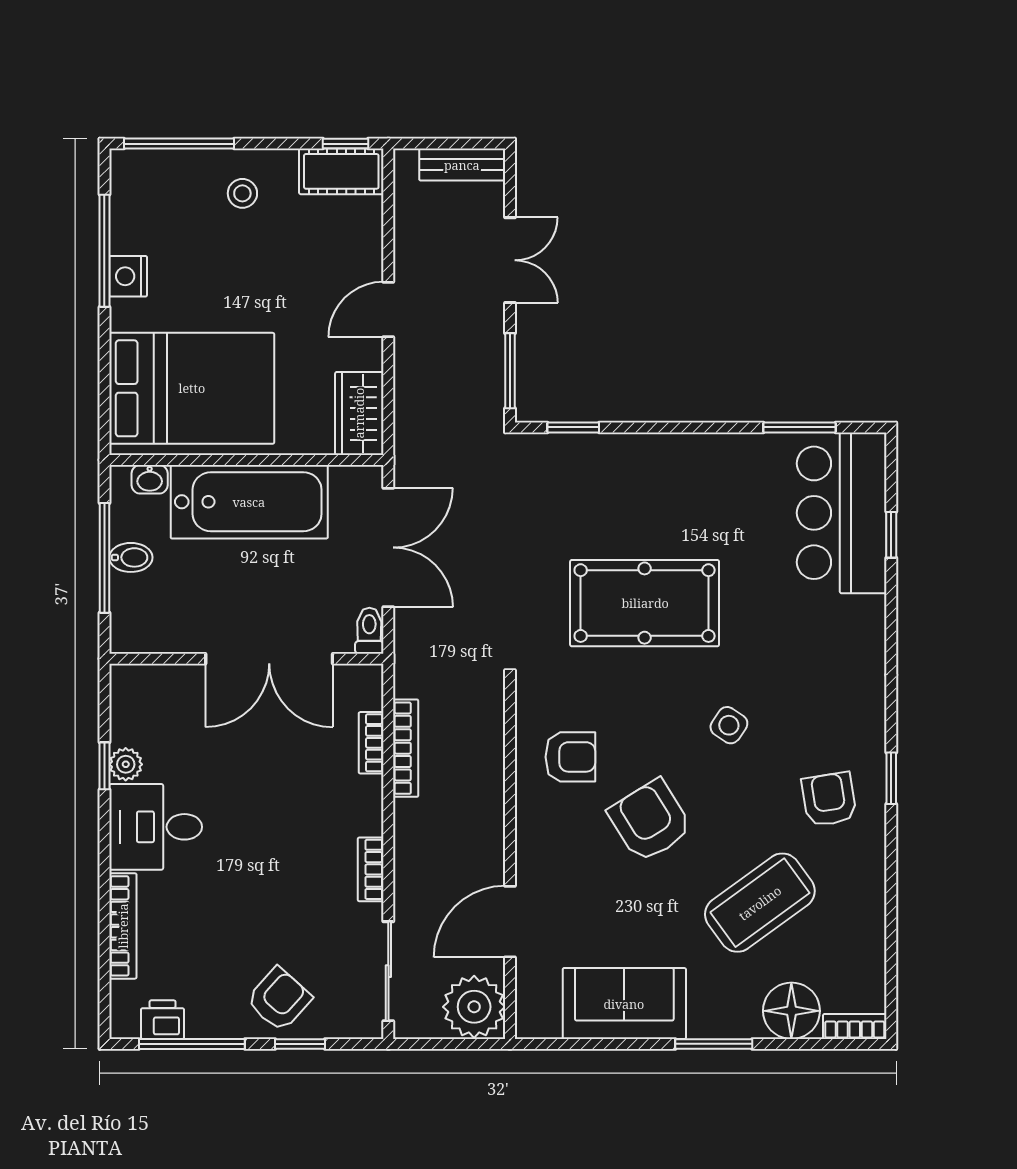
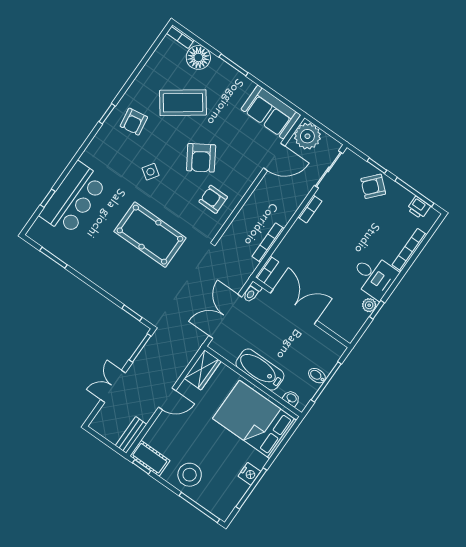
bench: (462, 165) -> (131, 435), moved, turned 90
stool: (242, 193) -> (190, 475), width x1.89, depth x1.89
bathtub: (249, 502) -> (260, 370), width x0.73, depth x0.73
bar counter: (842, 513) -> (73, 198), moved
bookcase: (371, 743) -> (267, 270), moved
sofa: (624, 1004) -> (271, 112), moved

